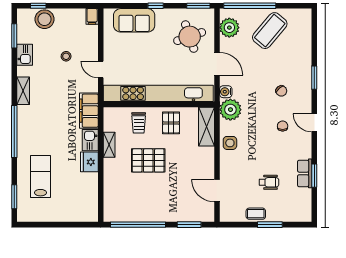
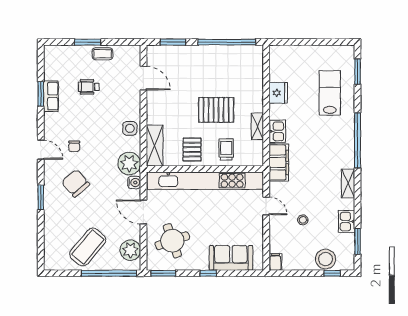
chair: (281, 91) -> (76, 183), width x1.87, depth x1.87
fridge: (89, 162) -> (278, 93), moved
lab bench: (40, 177) -> (330, 93), turned 180

